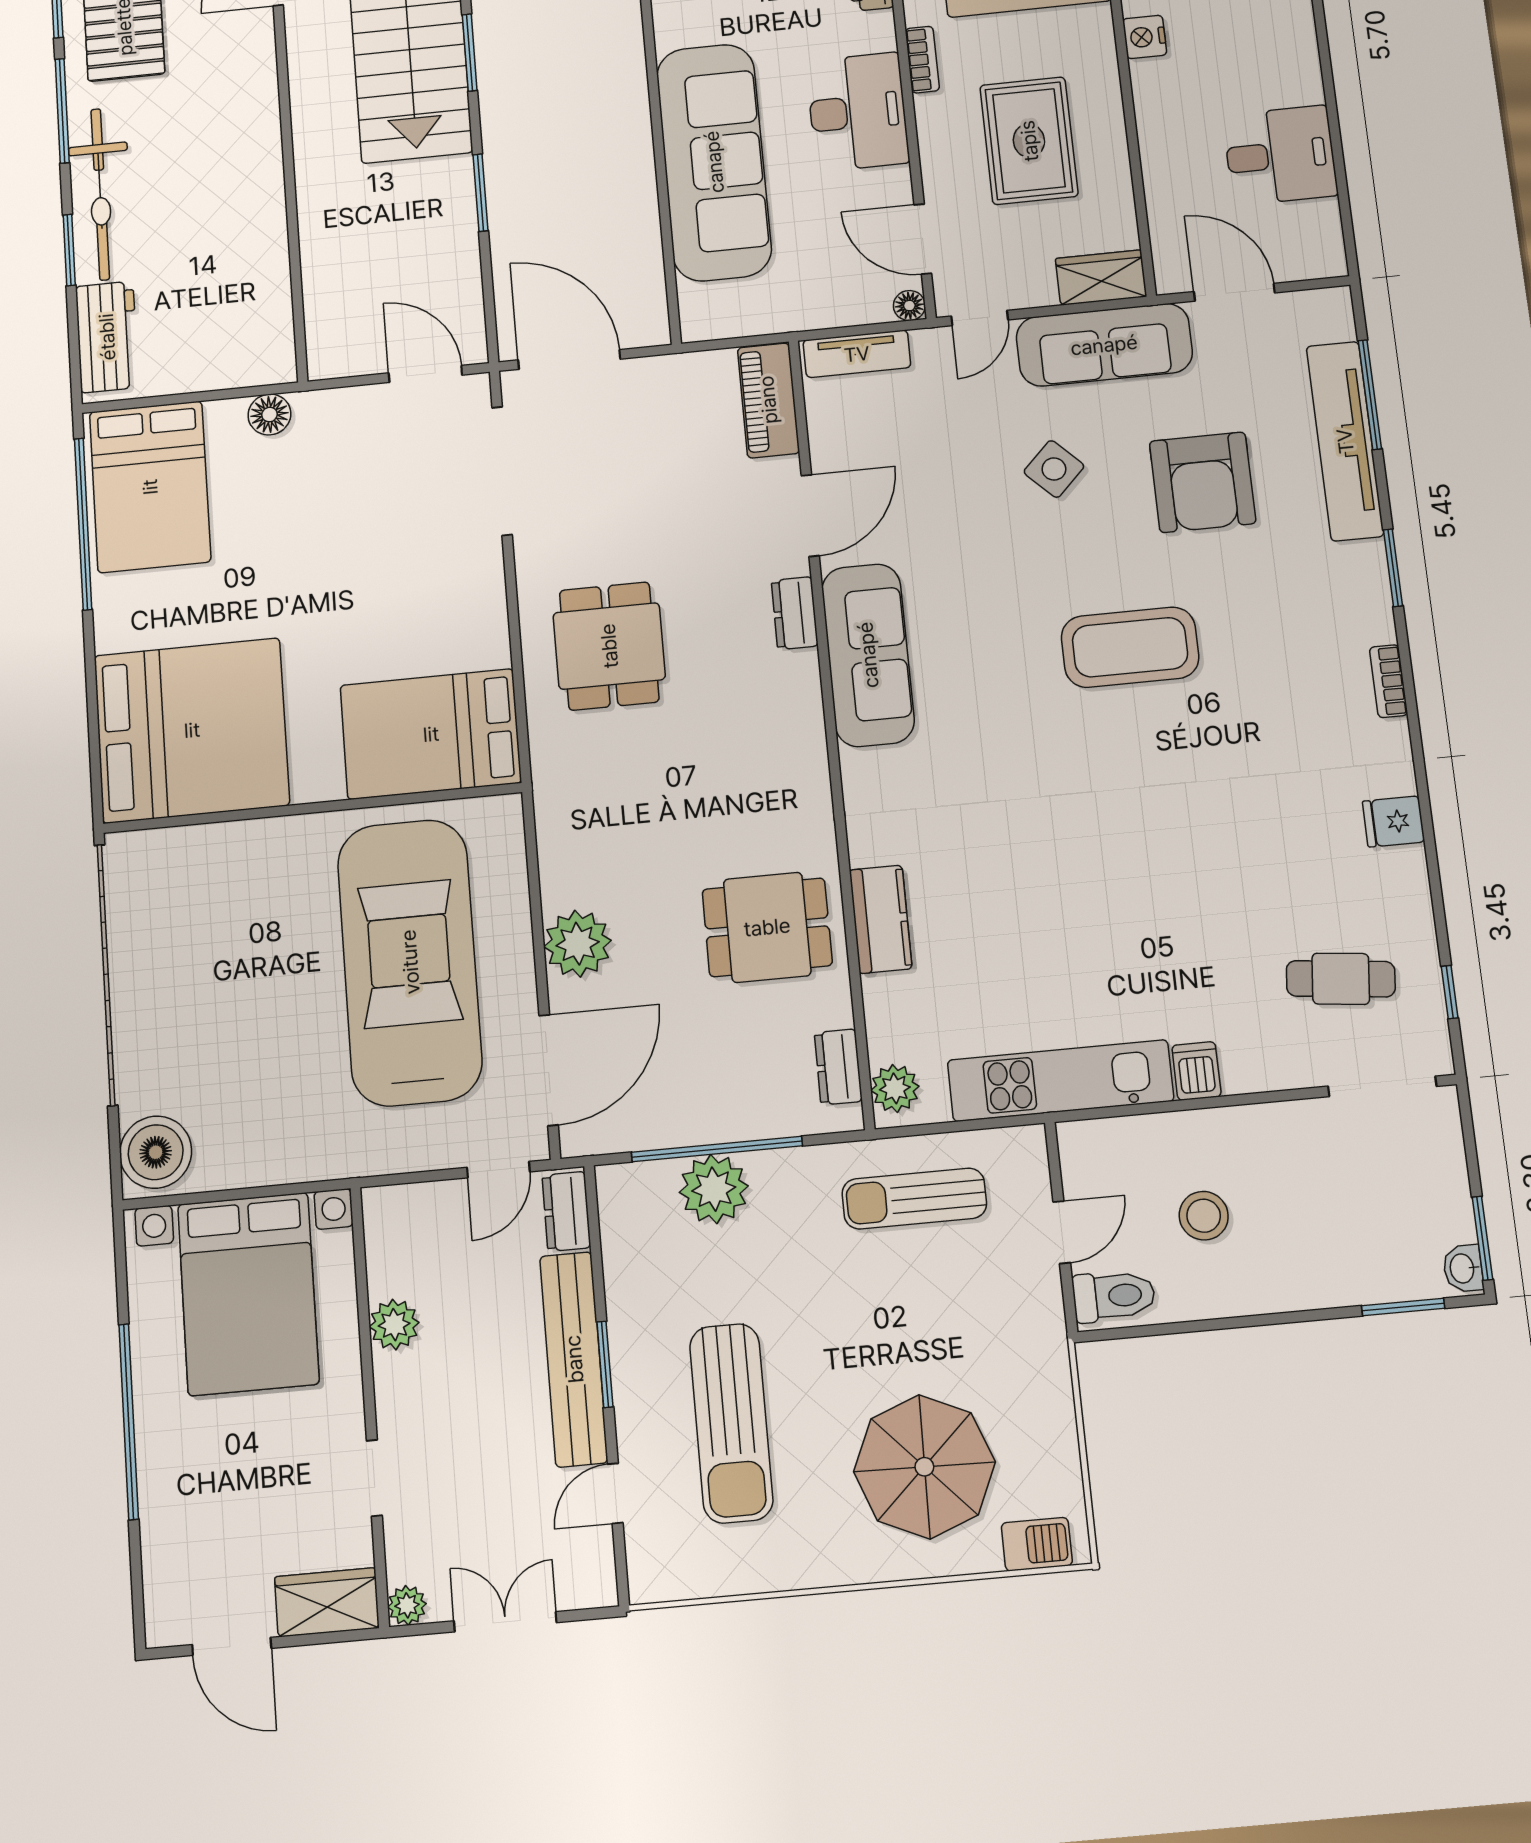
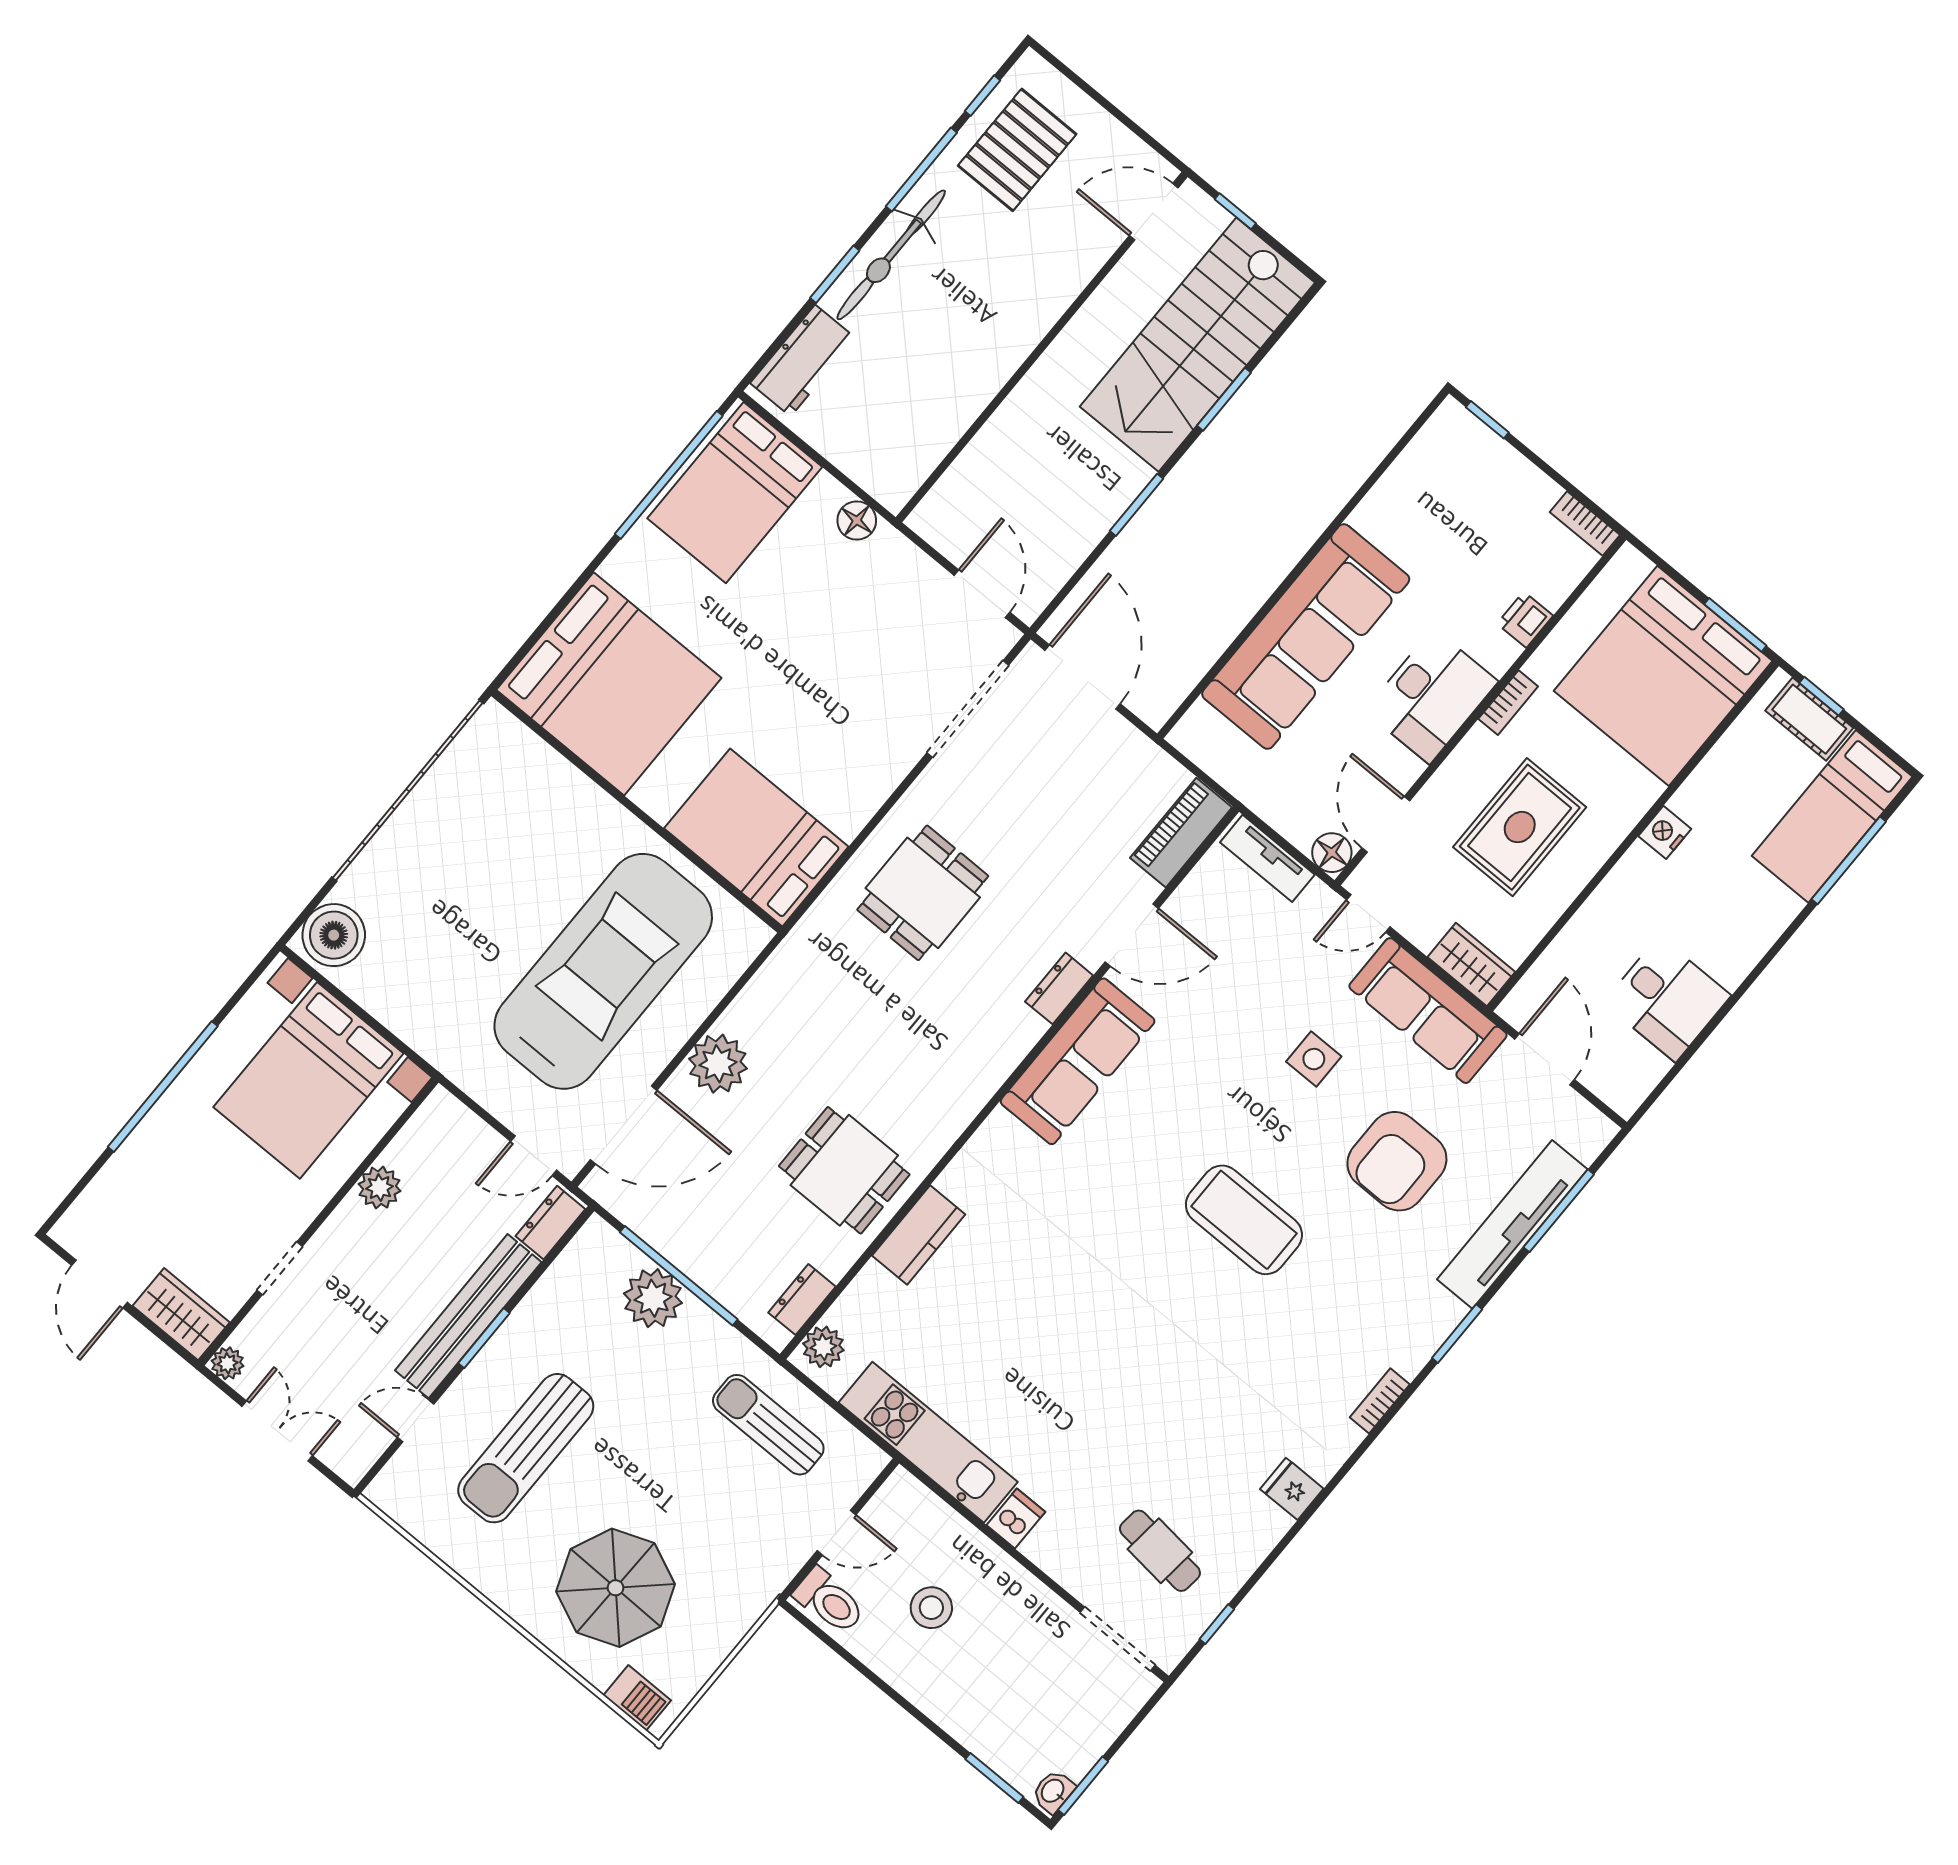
floor lamp: (909, 306) -> (1332, 853), width x1.37, depth x1.37
side table: (1054, 469) -> (1314, 1059), turned 45

